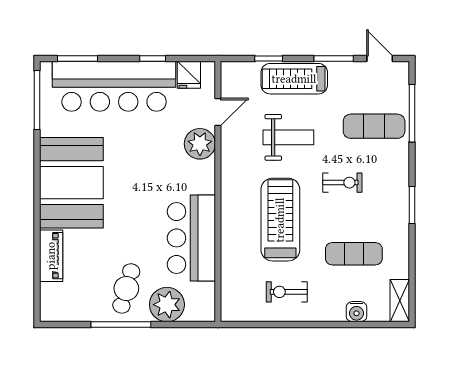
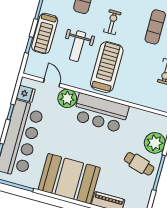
weight bench: (288, 137) -> (78, 46), turned 180
treadmill: (280, 220) -> (107, 67), moved, turned 90
bar counter: (191, 238) -> (101, 113), moved

